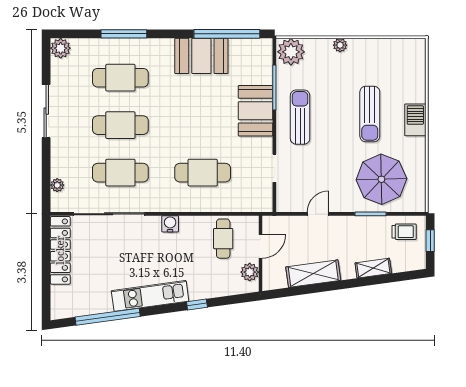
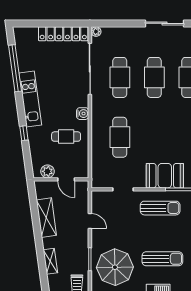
sun lounger: (370, 114) -> (162, 259), turned 180
plant: (57, 185) -> (96, 32), moved
cafe table: (223, 239) -> (66, 137), moved

